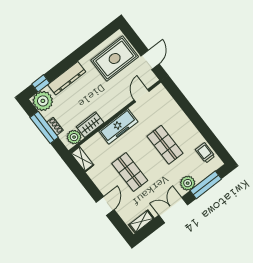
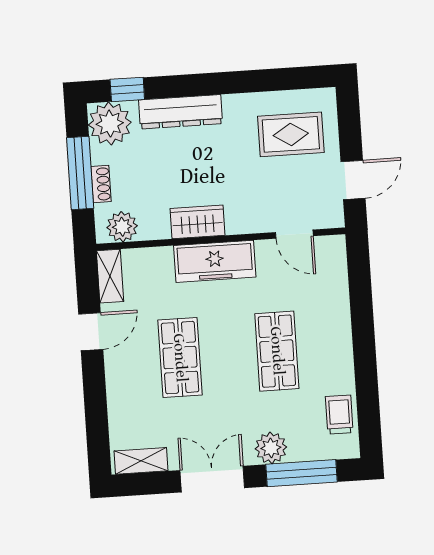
rug: (115, 59) -> (291, 134), width x0.73, depth x0.70
door: (142, 96) -> (294, 234), swing flipped
wardrobe: (90, 125) -> (198, 222), moved
door: (105, 206) -> (91, 332), moved

